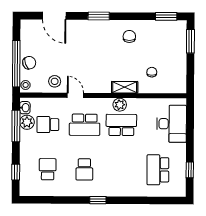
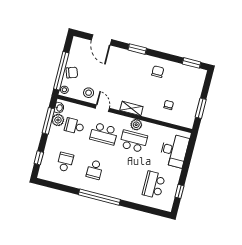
window: (190, 41) -> (201, 108), moved
shelving: (125, 87) -> (131, 108), moved
window: (98, 200) -> (99, 197), width x3.17

